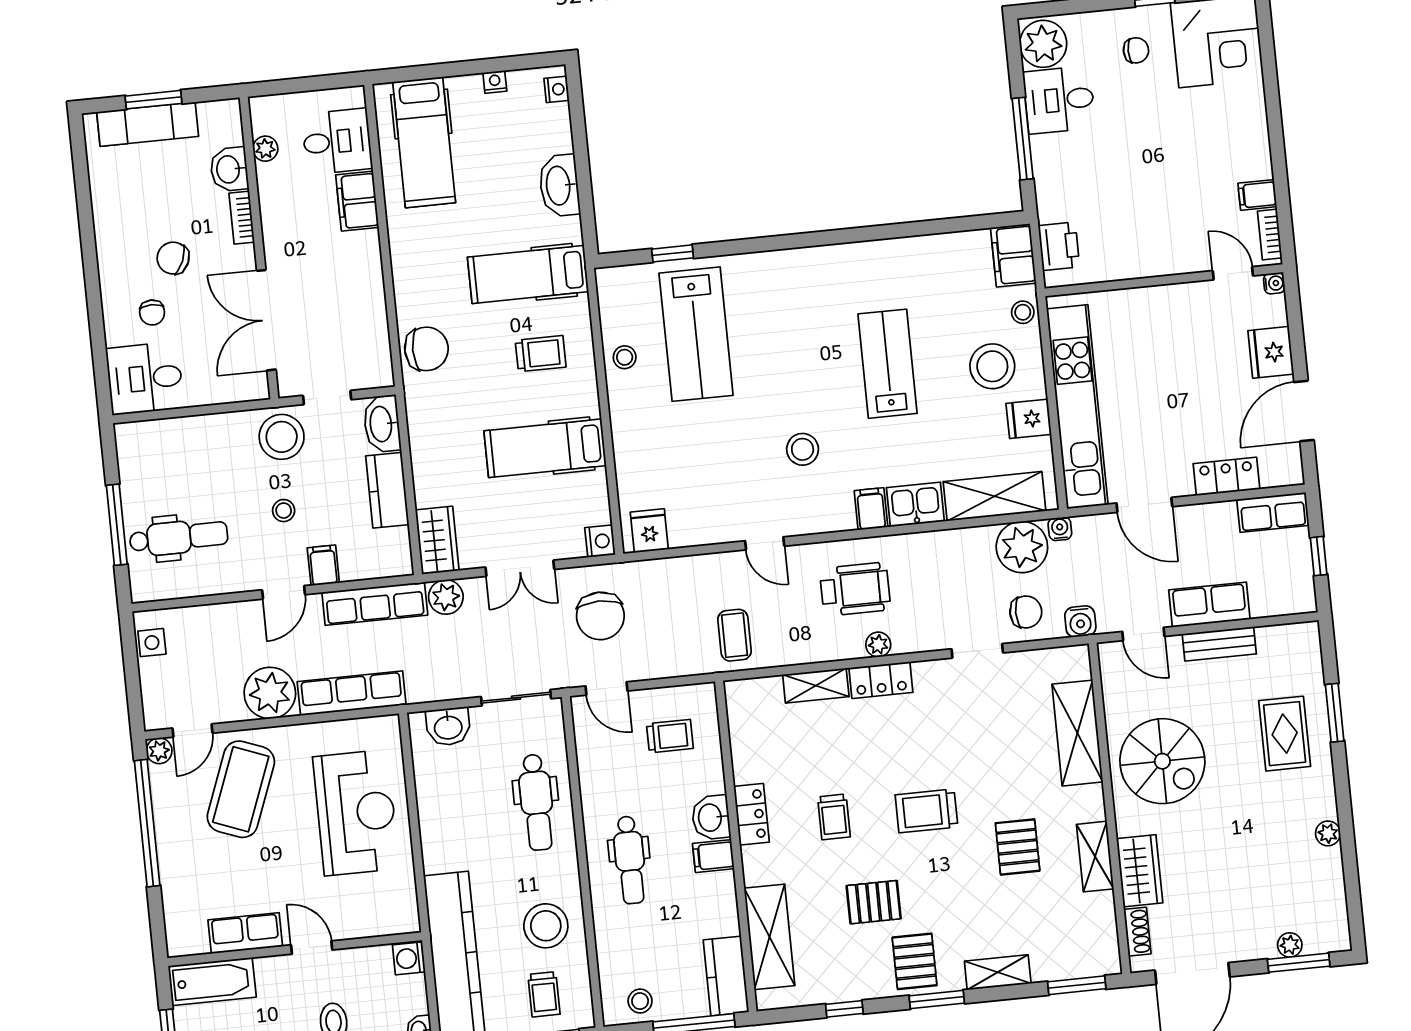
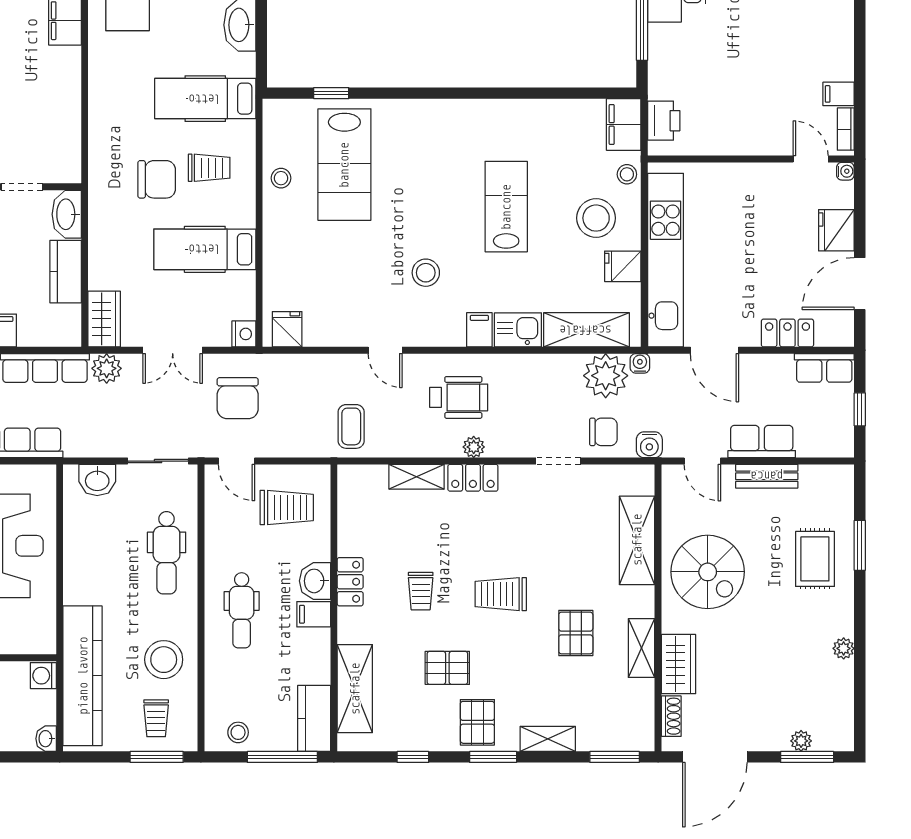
chair: (426, 349) -> (157, 179), moved
trolley: (670, 736) -> (287, 507), width x1.36, depth x1.39

